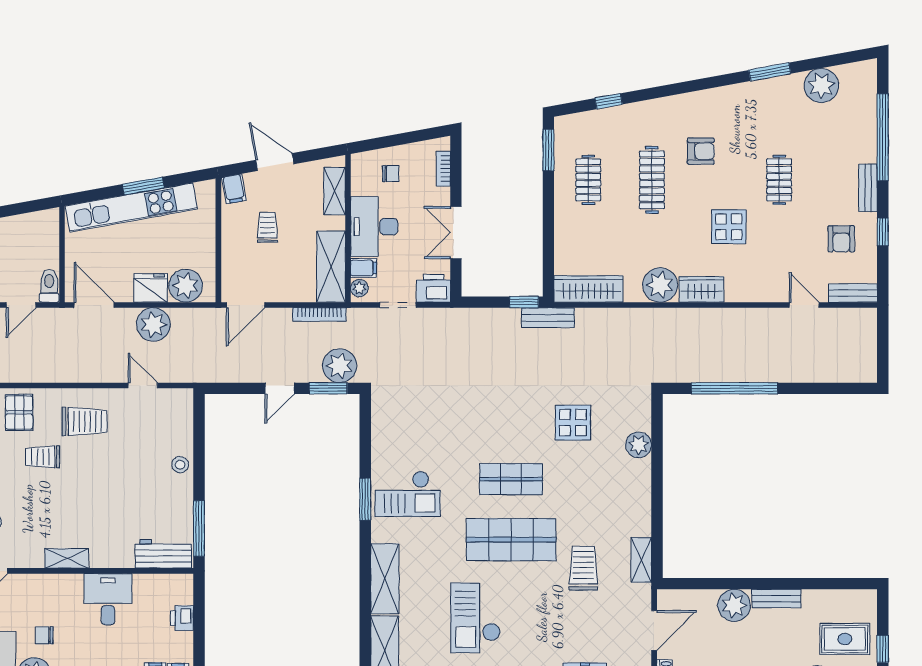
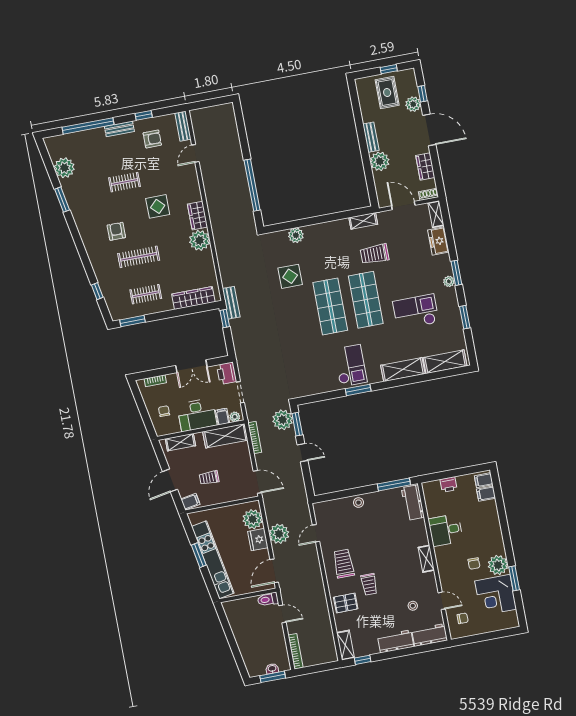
wardrobe: (588, 289) -> (193, 298), moved, turned 90
shop shelf: (511, 479) -> (330, 306), width x1.43, depth x1.36
checkout: (476, 618) -> (416, 312), turned 180

